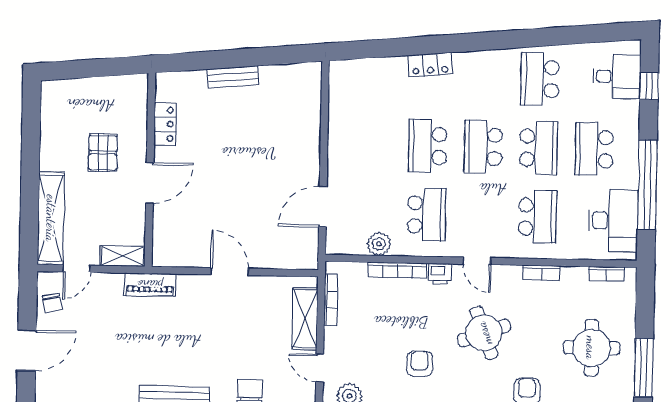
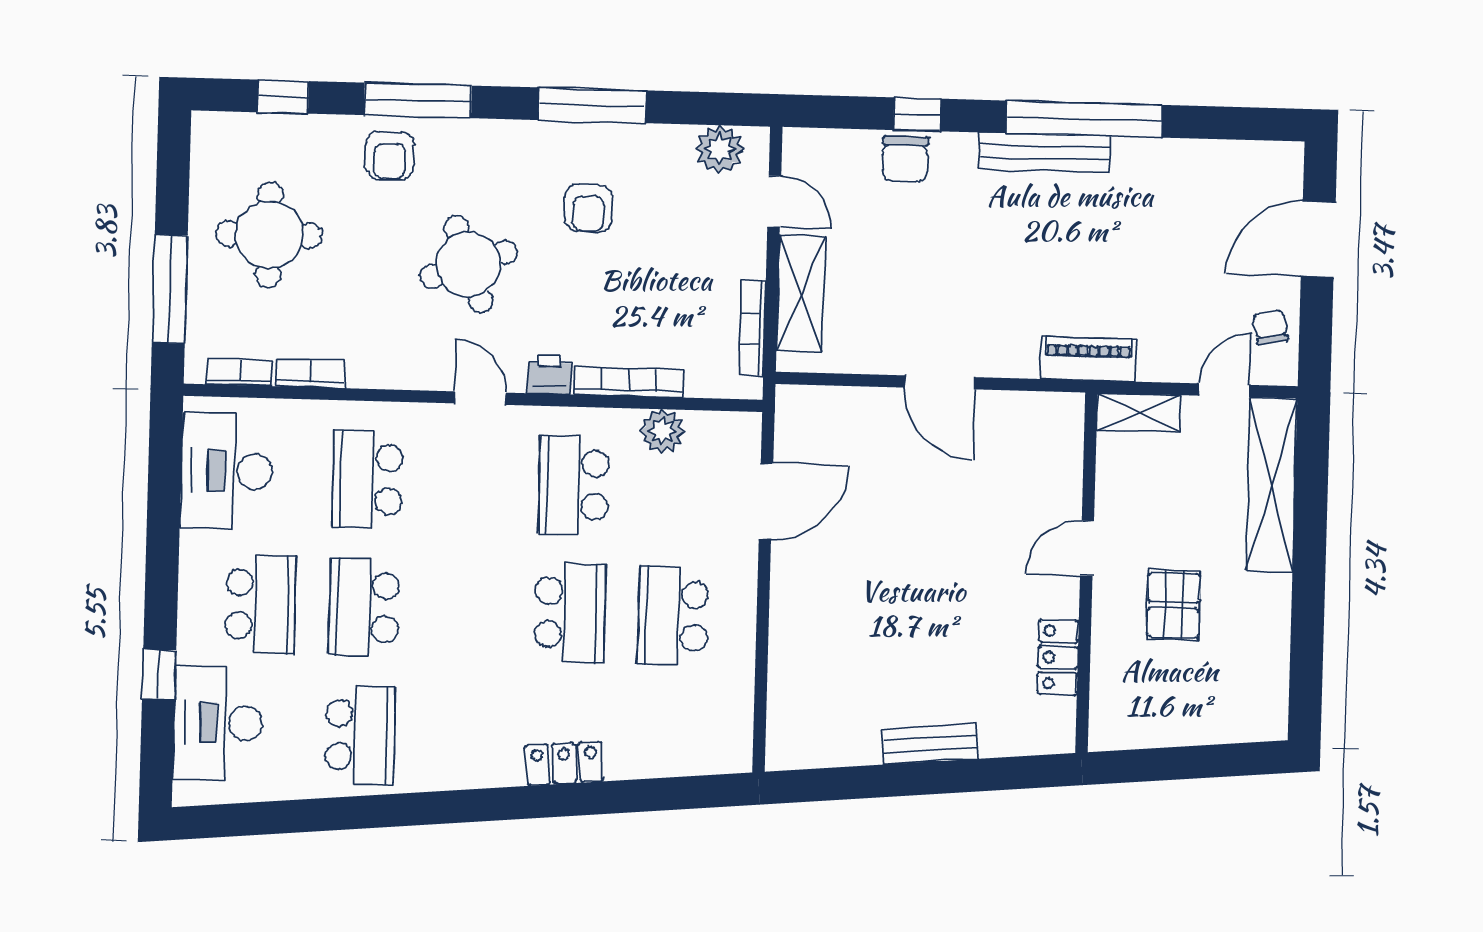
desk: (617, 77) -> (218, 723), width x1.37
window: (649, 86) -> (159, 674), moved
school desk: (483, 147) -> (673, 616), moved, turned 180
door: (150, 183) -> (1087, 548), width x0.73
window: (647, 184) -> (163, 537), removed
bookcase: (541, 273) -> (310, 373), moved
window: (644, 368) -> (170, 289), moved

